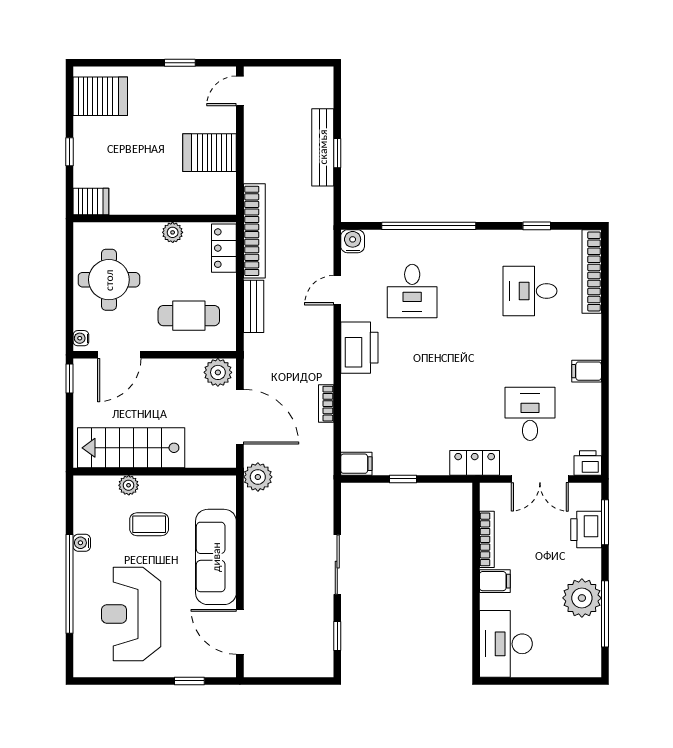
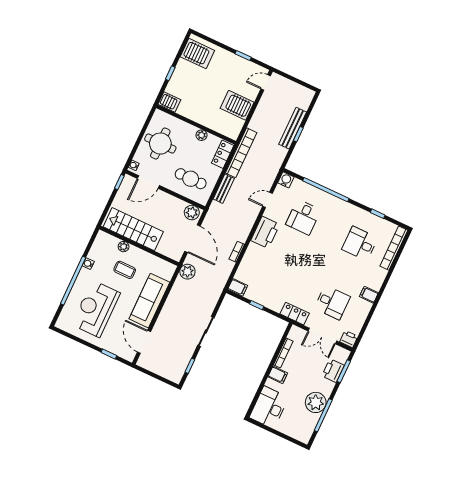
desk: (530, 414) -> (332, 302), turned 90

